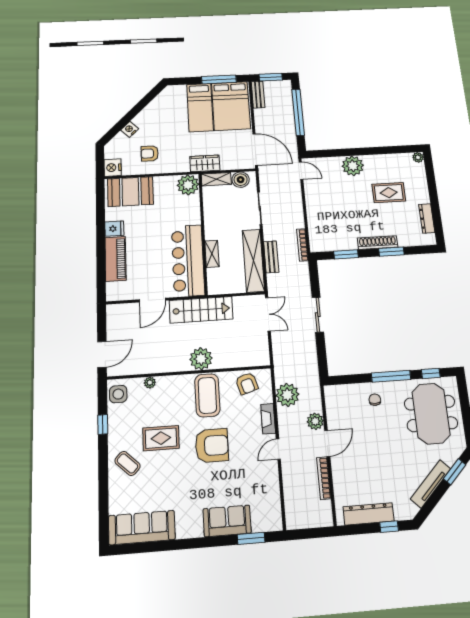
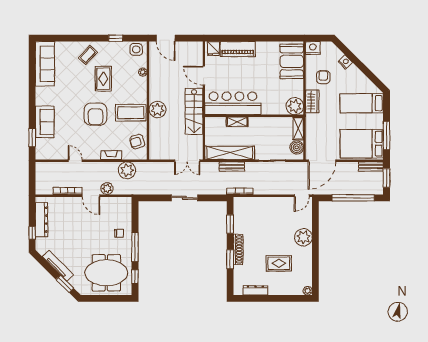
bed: (200, 107) -> (362, 103), moved
wardrobe: (205, 163) -> (312, 101), moved
rug: (389, 193) -> (279, 263), turned 90
fridge: (114, 229) -> (213, 49), moved
door: (278, 449) -> (75, 161), moved

